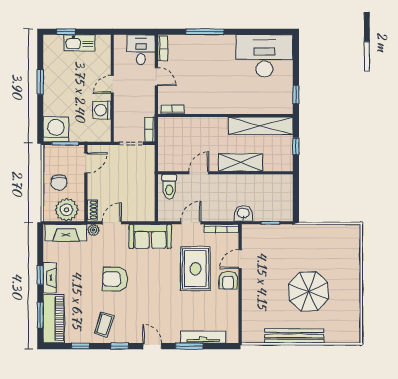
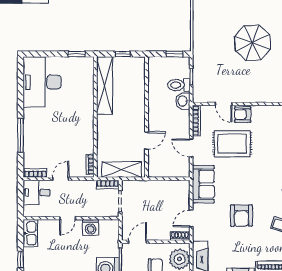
kitchen sink: (79, 43) -> (30, 233), moved
door: (112, 84) -> (67, 218), hinge flipped
door: (86, 163) -> (138, 242), hinge flipped
shelving: (241, 163) -> (122, 170), moved, turned 90
door: (199, 173) -> (147, 141), swing flipped
toilet: (169, 187) -> (179, 85), moved, turned 180
window: (296, 204) -> (174, 54), added
door: (112, 223) -> (191, 218), hinge flipped
plant: (93, 230) -> (198, 235), removed
armchair: (228, 280) -> (243, 115), turned 180

